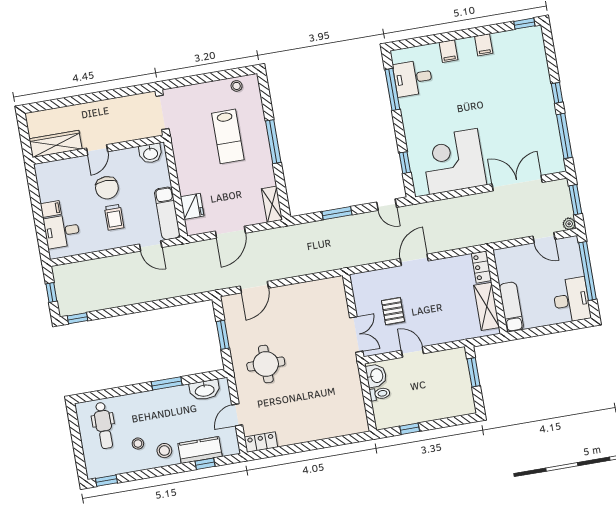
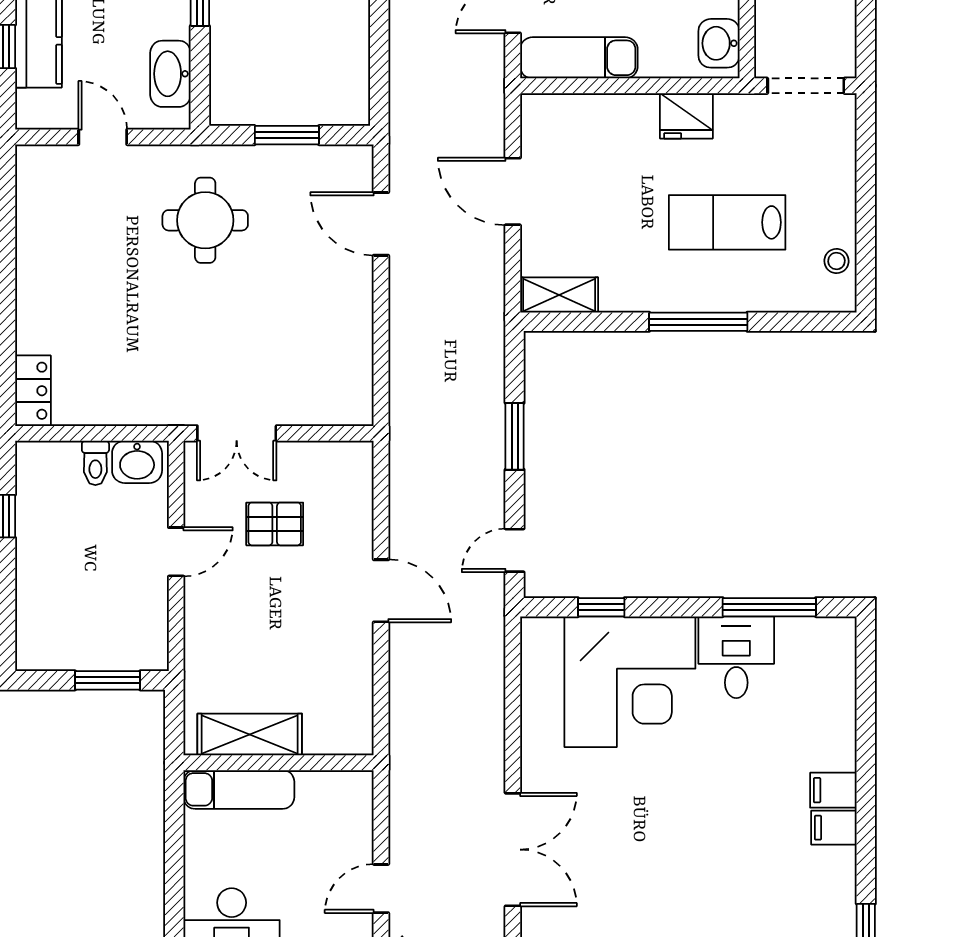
filing cabinet: (448, 51) -> (833, 790), moved
desk: (413, 78) -> (736, 657), moved
corner desk: (453, 161) -> (630, 682), moved, turned 90
fridge: (192, 206) -> (686, 116), moved
locker: (481, 267) -> (339, 738), removed
locker: (261, 442) -> (33, 391), moved

